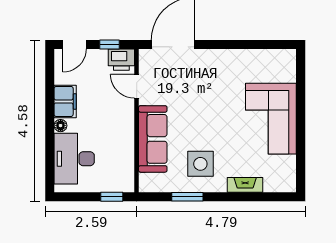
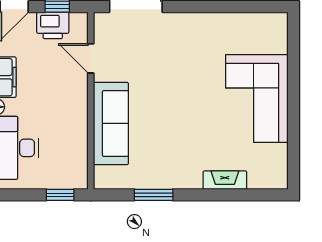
printer: (121, 60) -> (53, 25), moved
side table: (200, 164) -> (170, 154), removed

